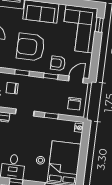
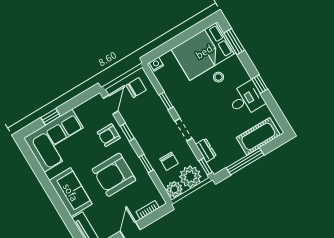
window: (99, 25) -> (51, 117), moved
armchair: (31, 47) -> (114, 175), turned 90
armchair: (58, 63) -> (109, 135), turned 90
door: (76, 79) -> (111, 105), swing flipped

